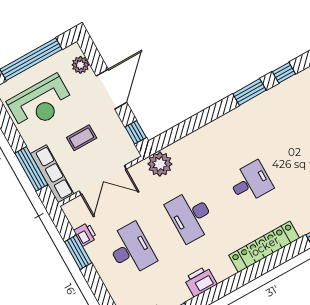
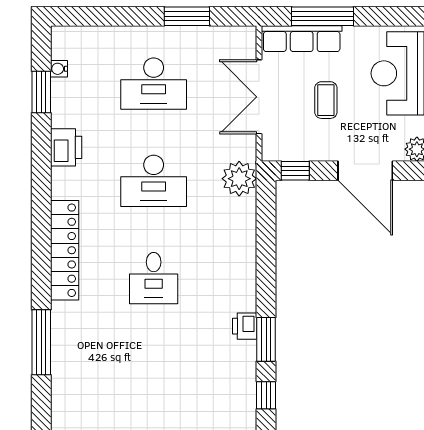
desk: (191, 216) -> (154, 181), turned 180
printer: (85, 234) -> (245, 326), moved, turned 90

